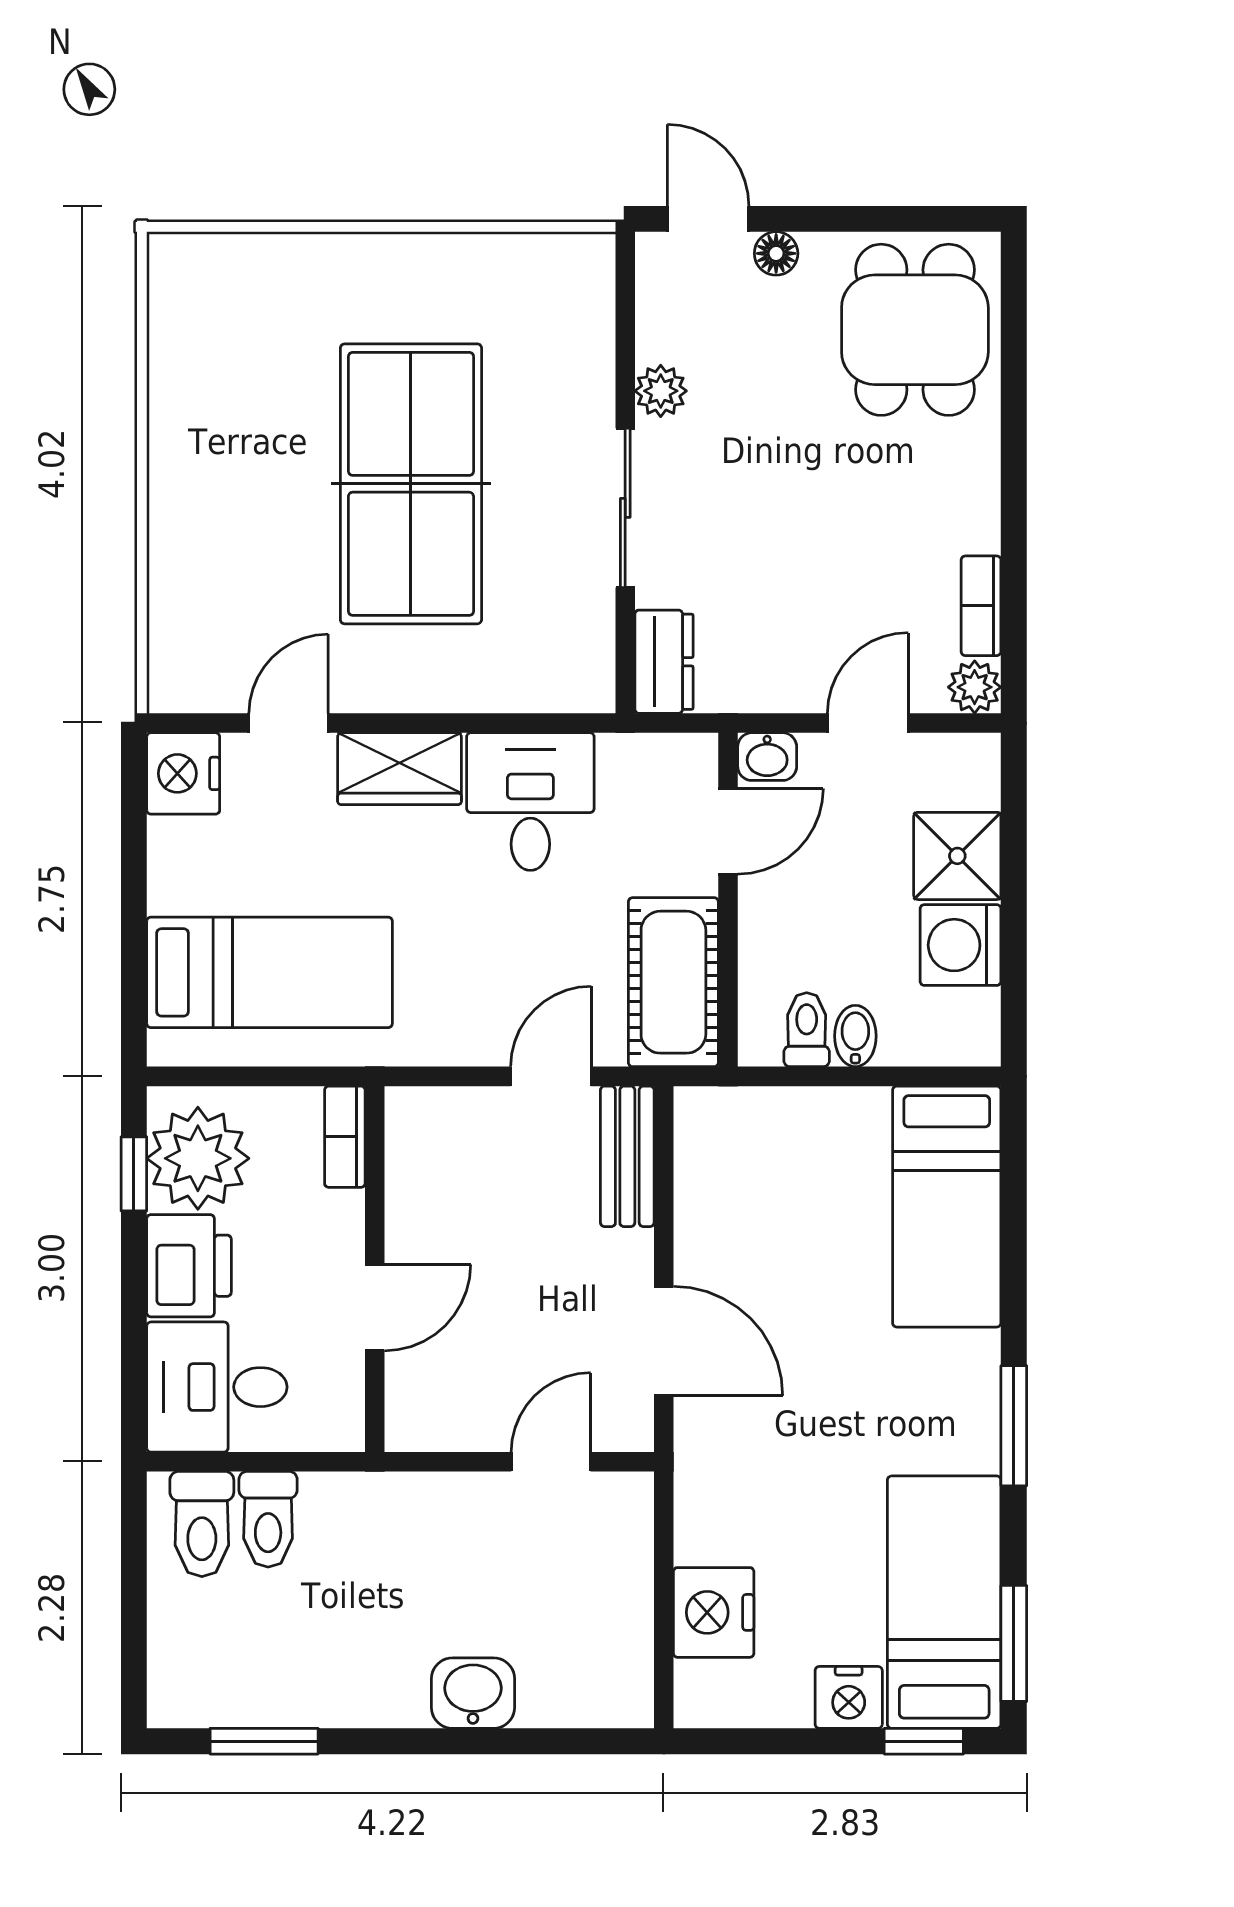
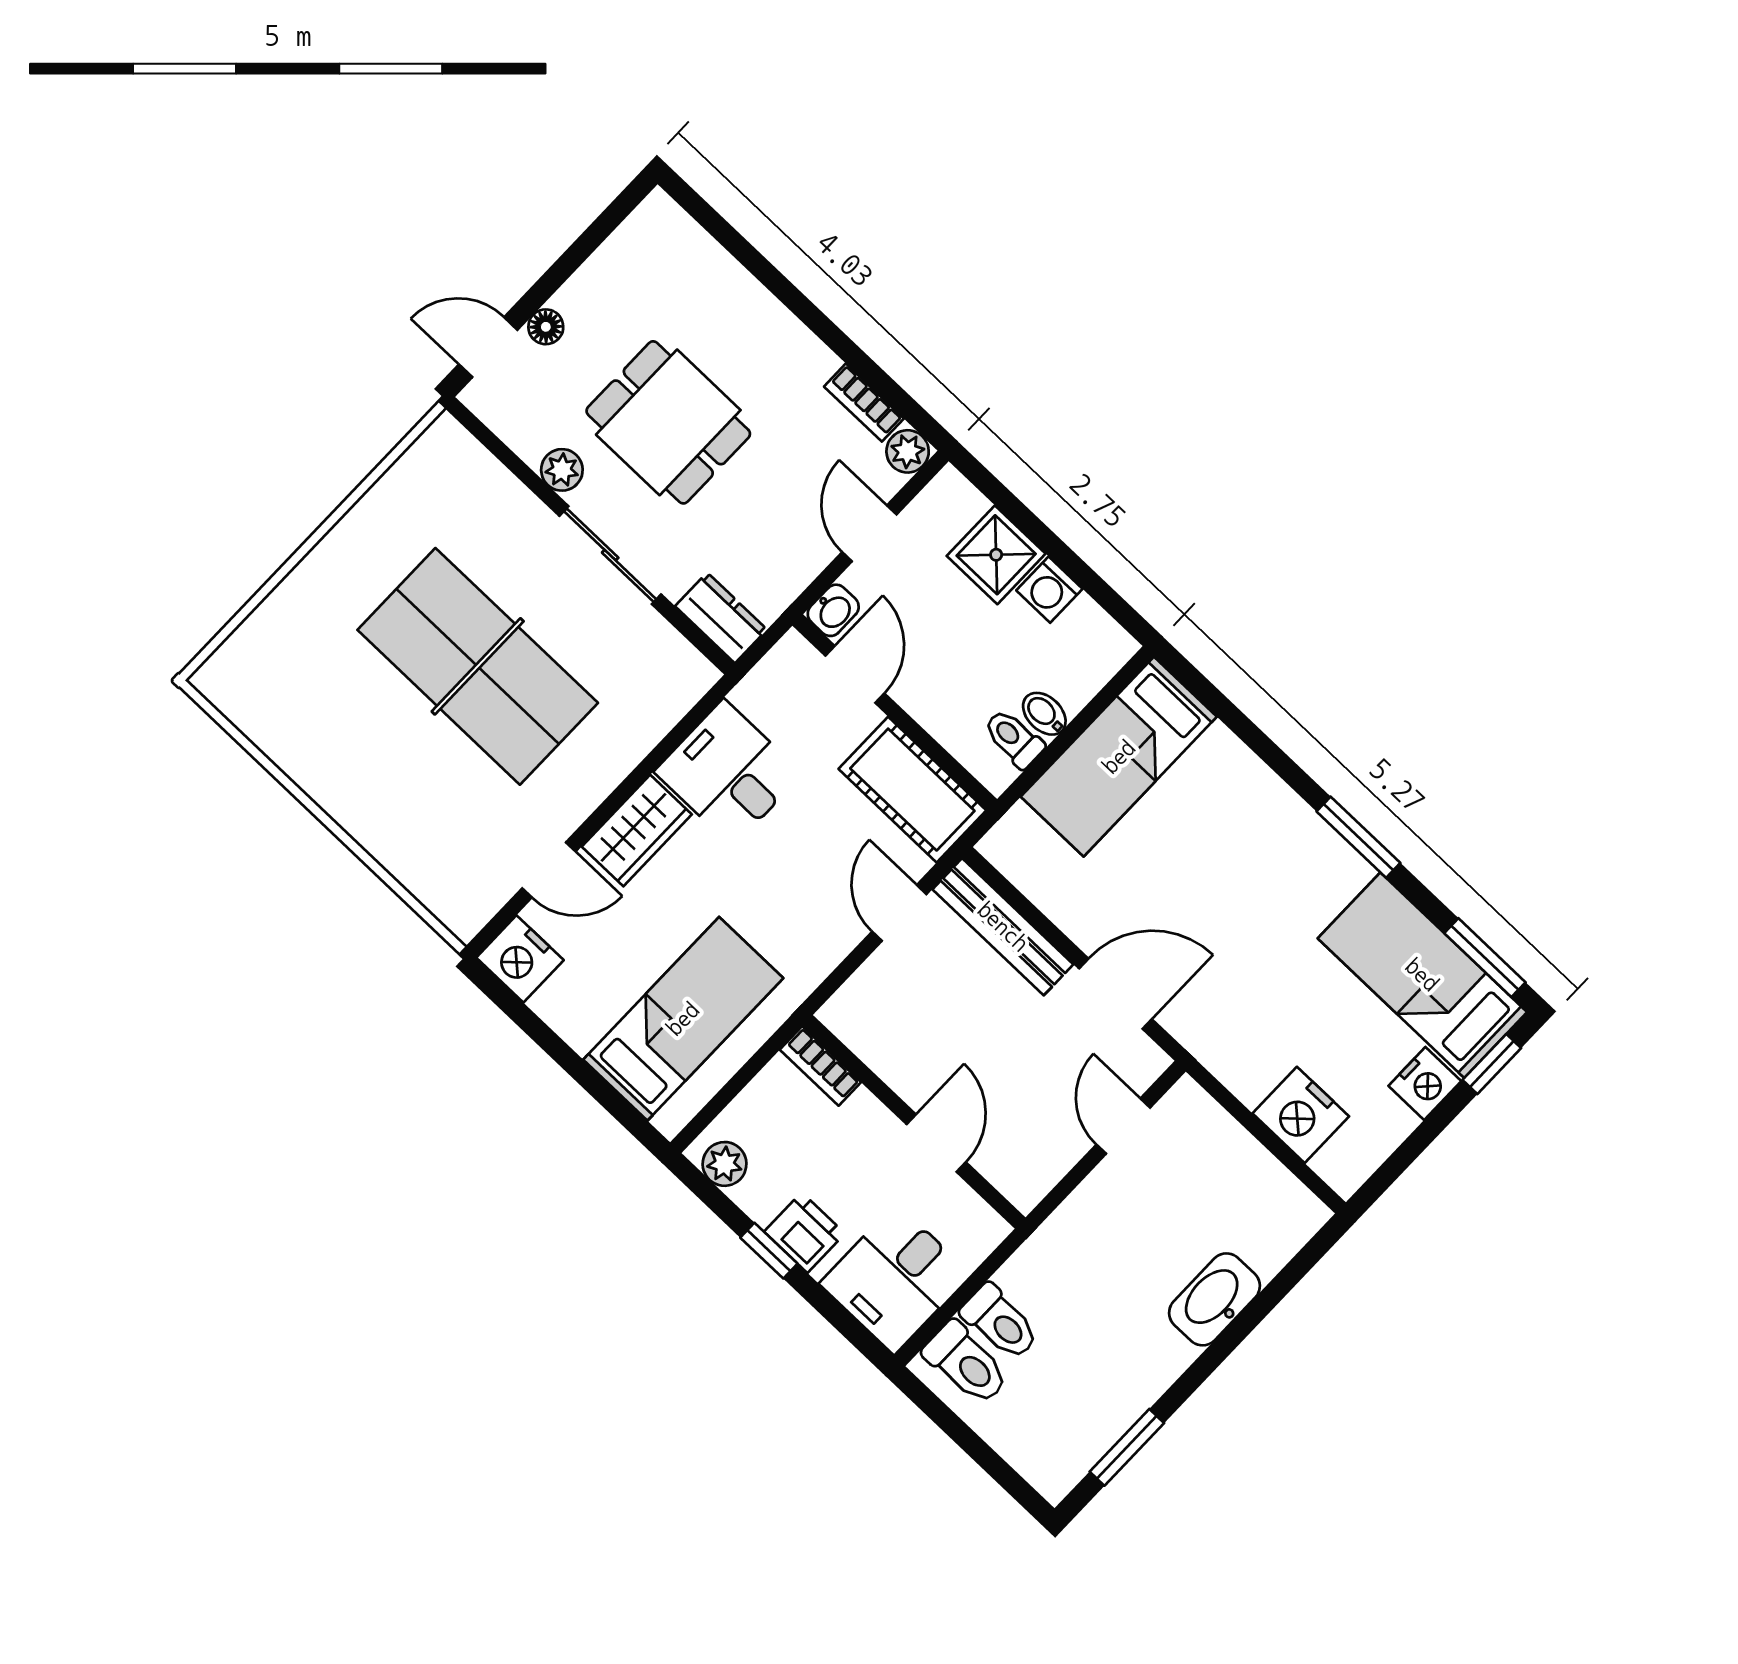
dining table: (915, 330) -> (668, 422), moved
door: (288, 723) -> (549, 870), swing flipped
washing machine: (961, 945) -> (1049, 590), width x0.73, depth x0.73
bench: (627, 1156) -> (1003, 927), width x1.36
plant: (198, 1158) -> (725, 1164), width x0.53, depth x0.53
window: (134, 1174) -> (769, 1251), moved
bed: (947, 1207) -> (1119, 757), moved, turned 90
printer: (189, 1266) -> (805, 1233), width x0.73, depth x0.81
washbasin: (473, 1693) -> (1215, 1299), width x1.38

